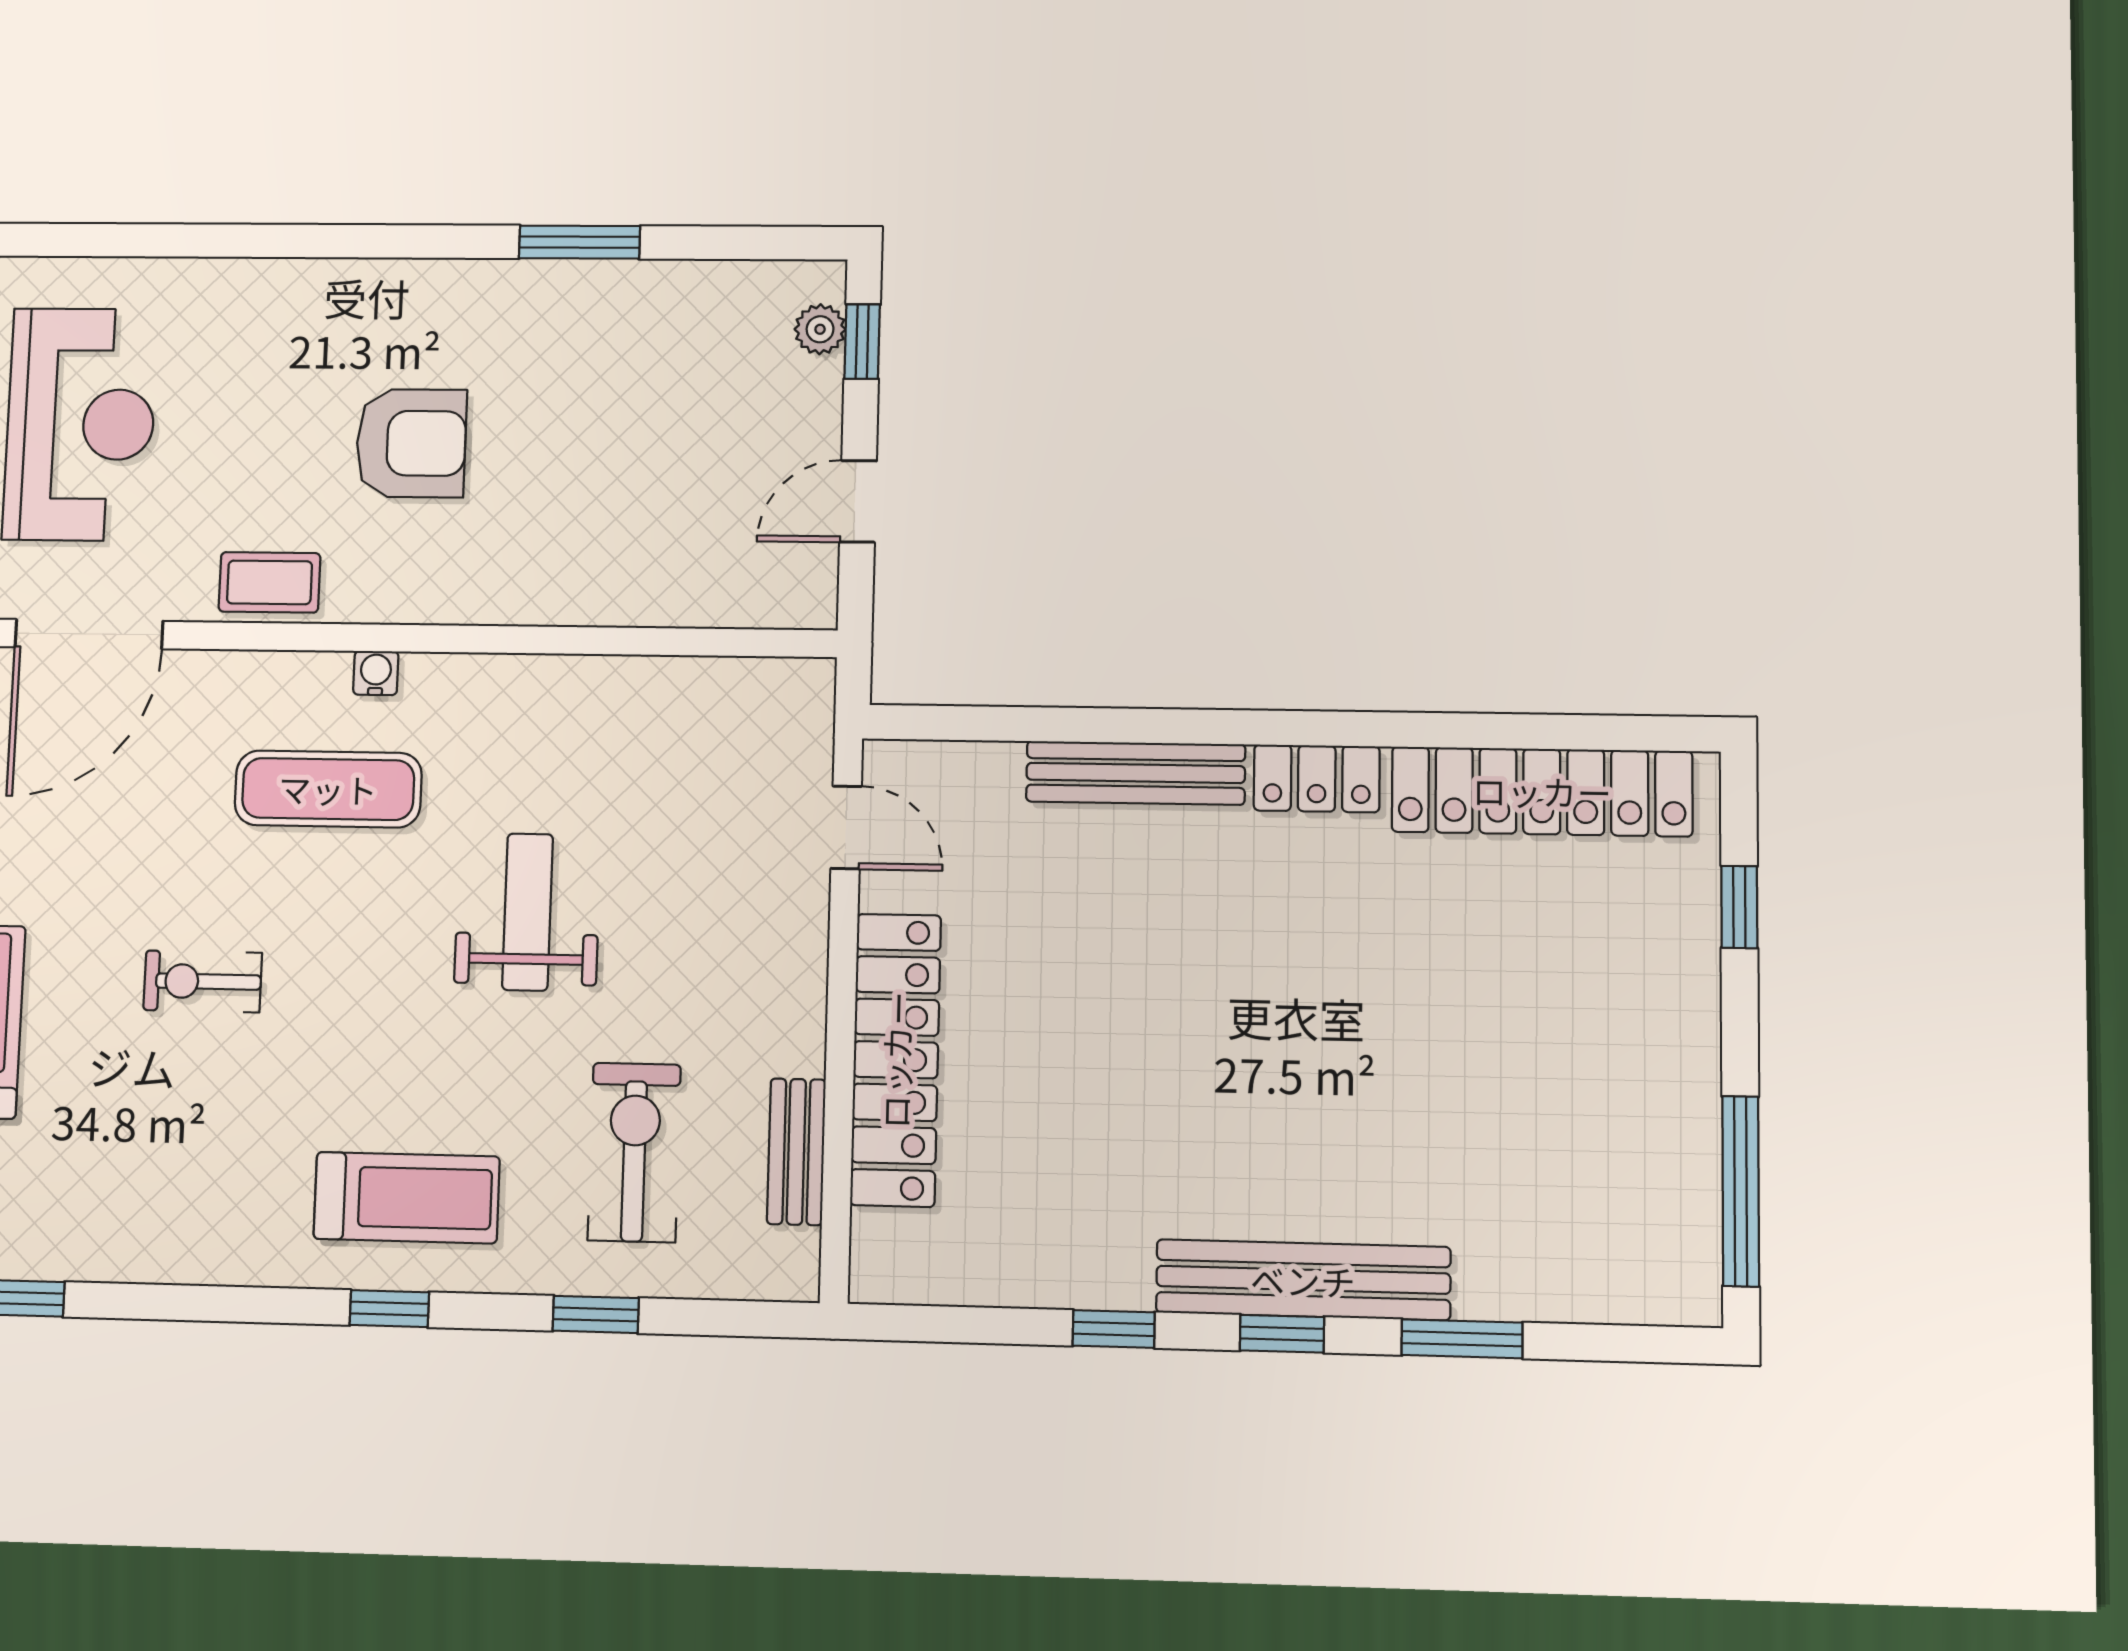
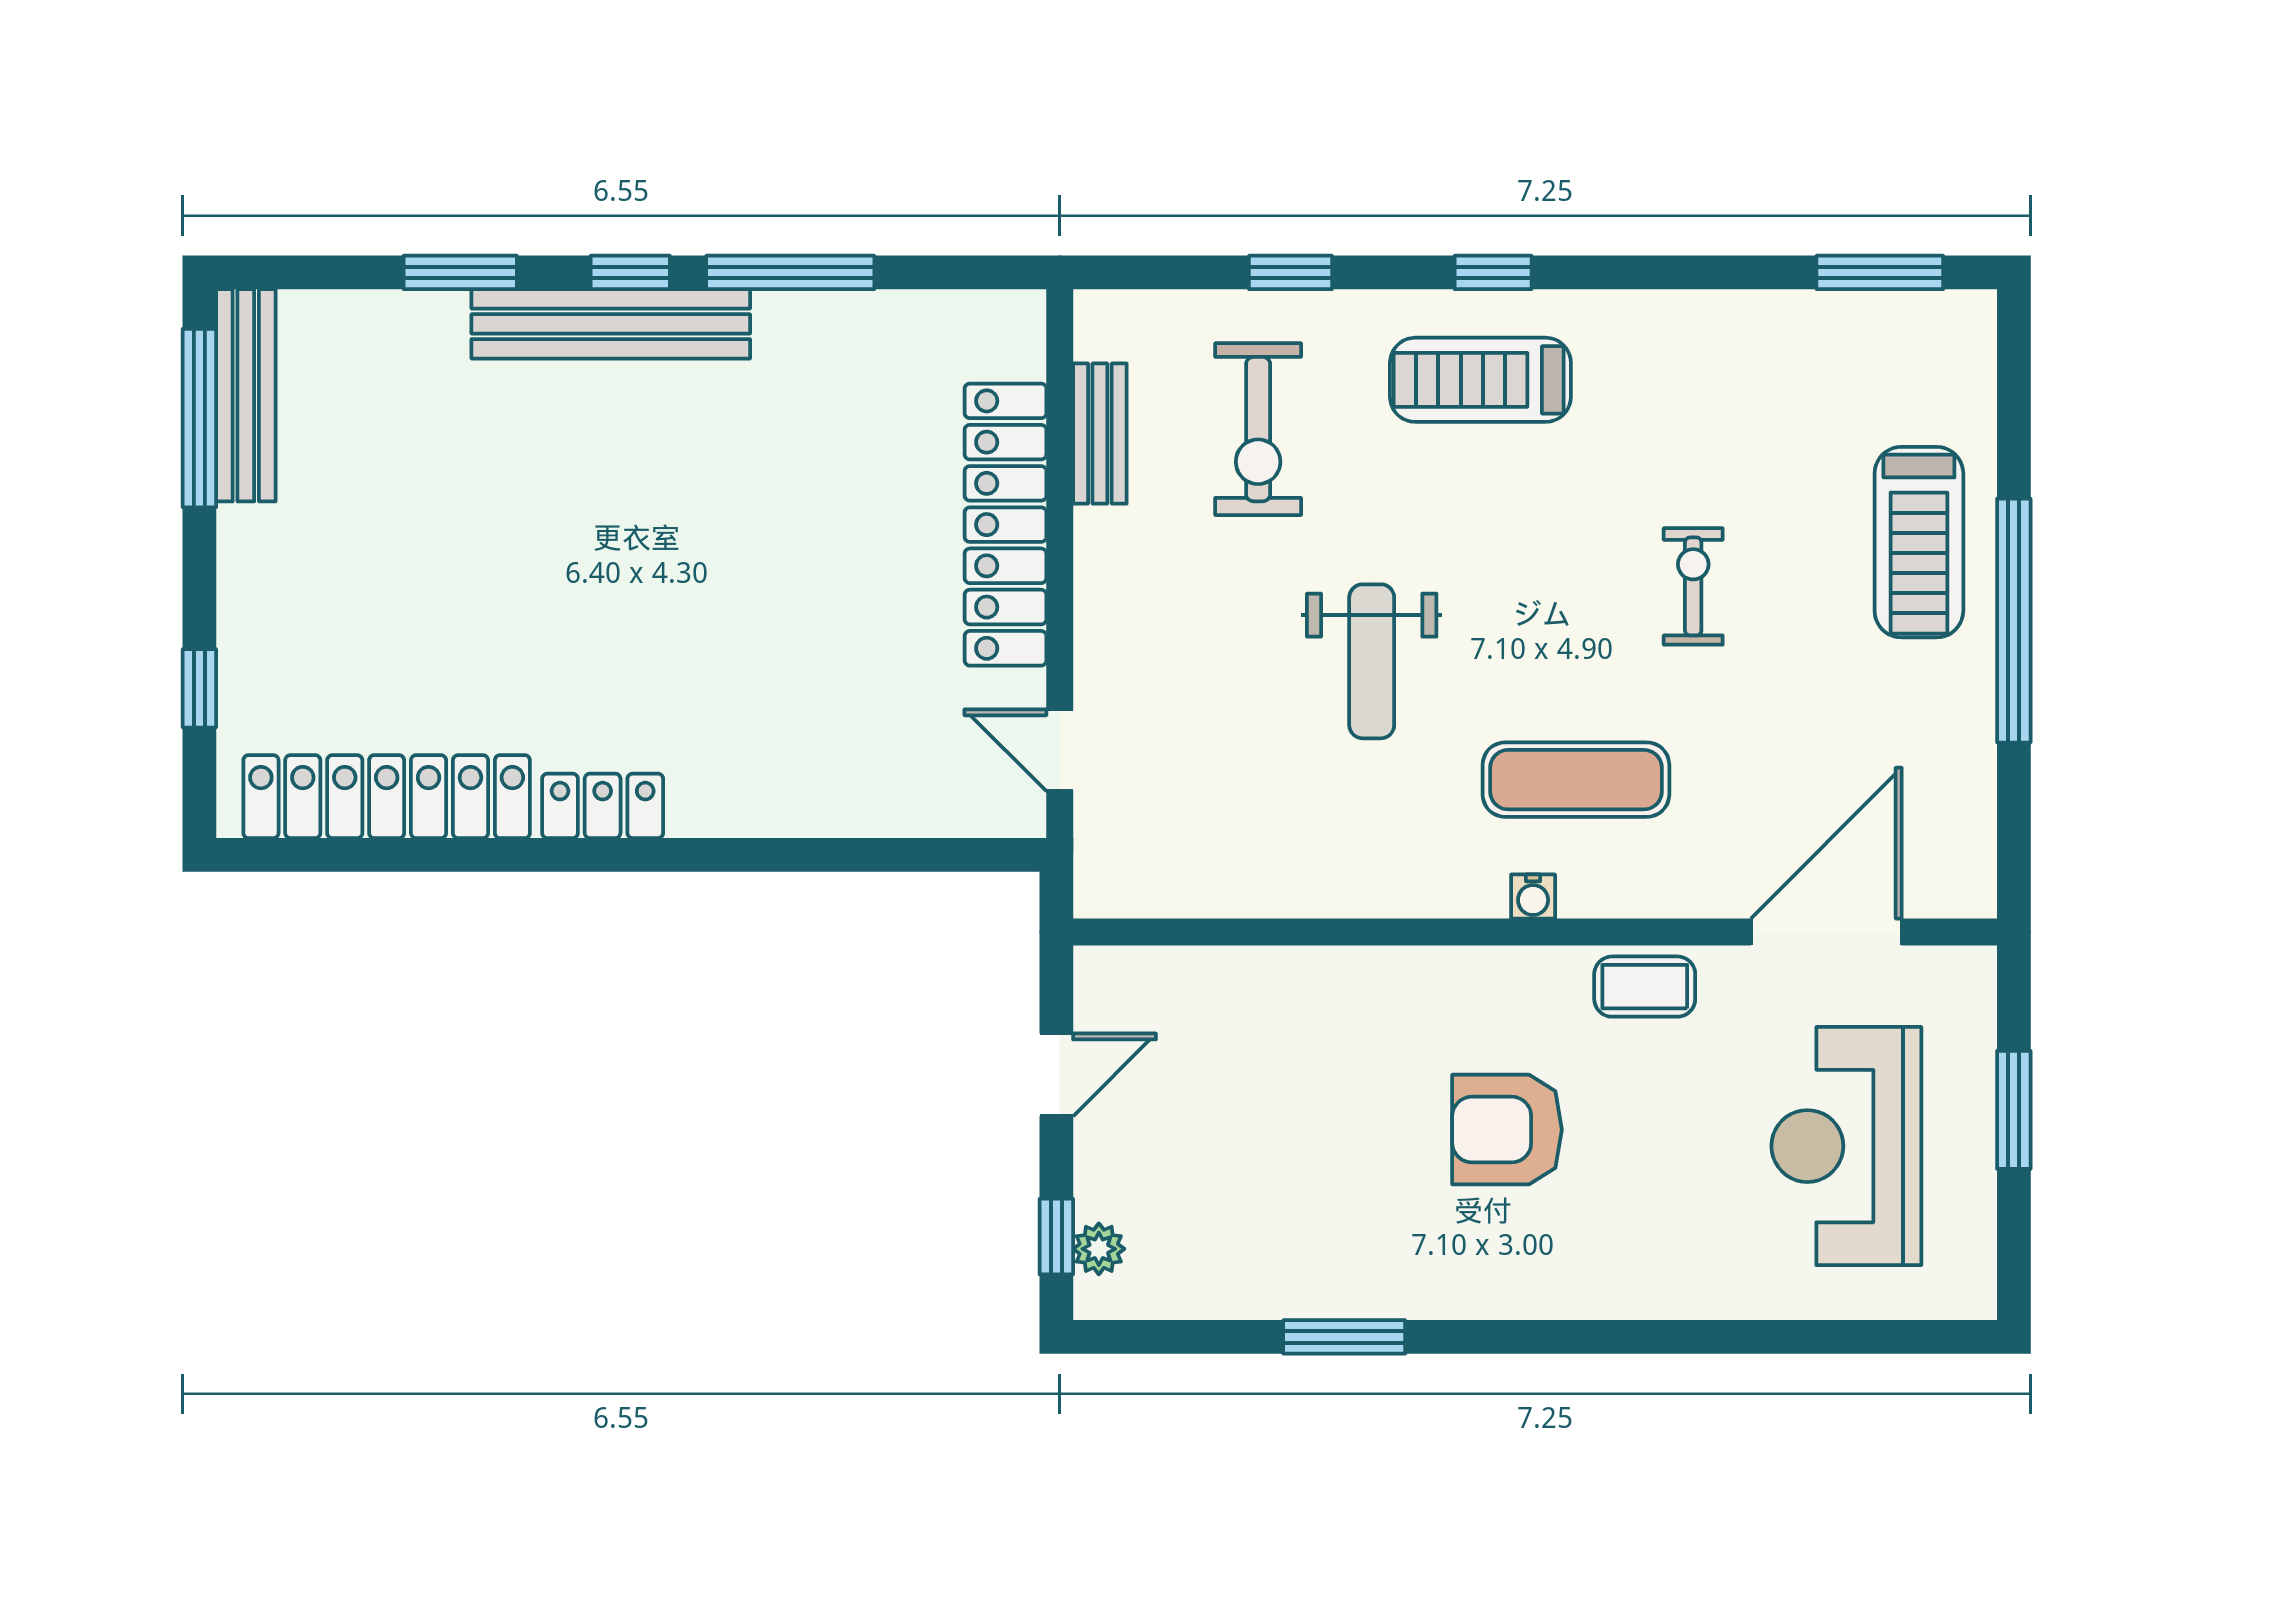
bench: (1136, 773) -> (246, 395), moved, turned 90
exercise bike: (203, 981) -> (1693, 586), turned -90
window: (1114, 1329) -> (790, 272), width x2.17

